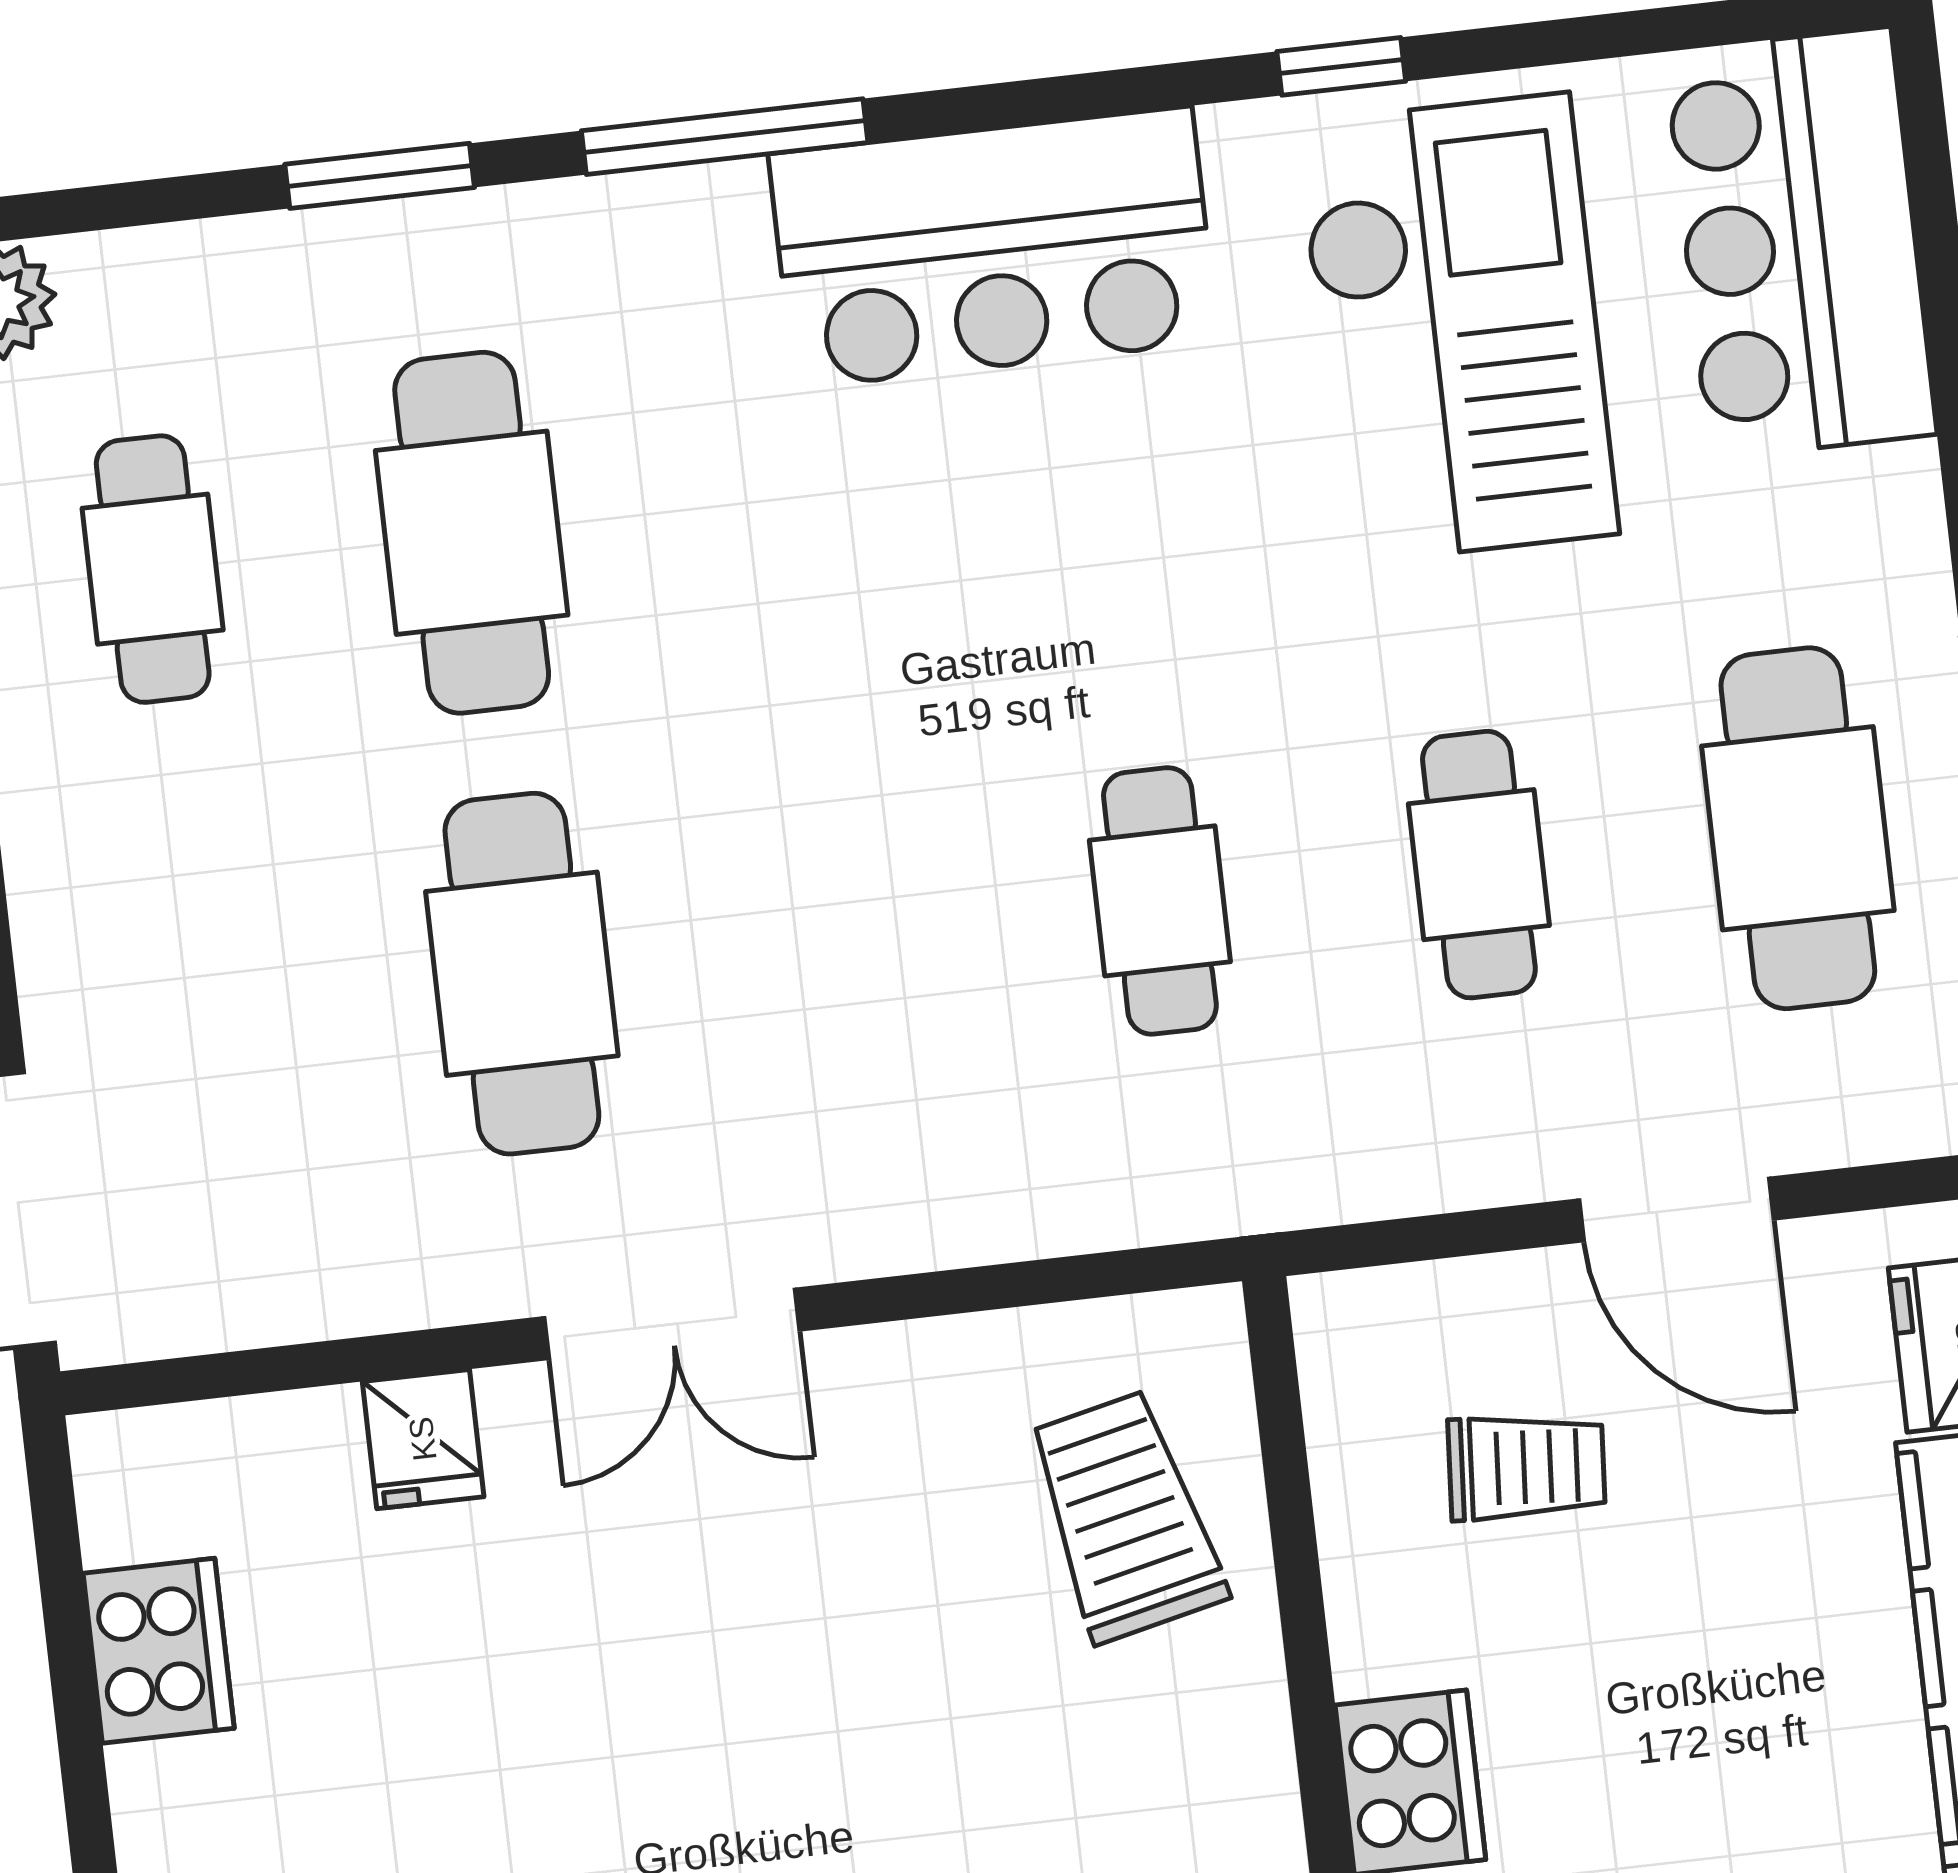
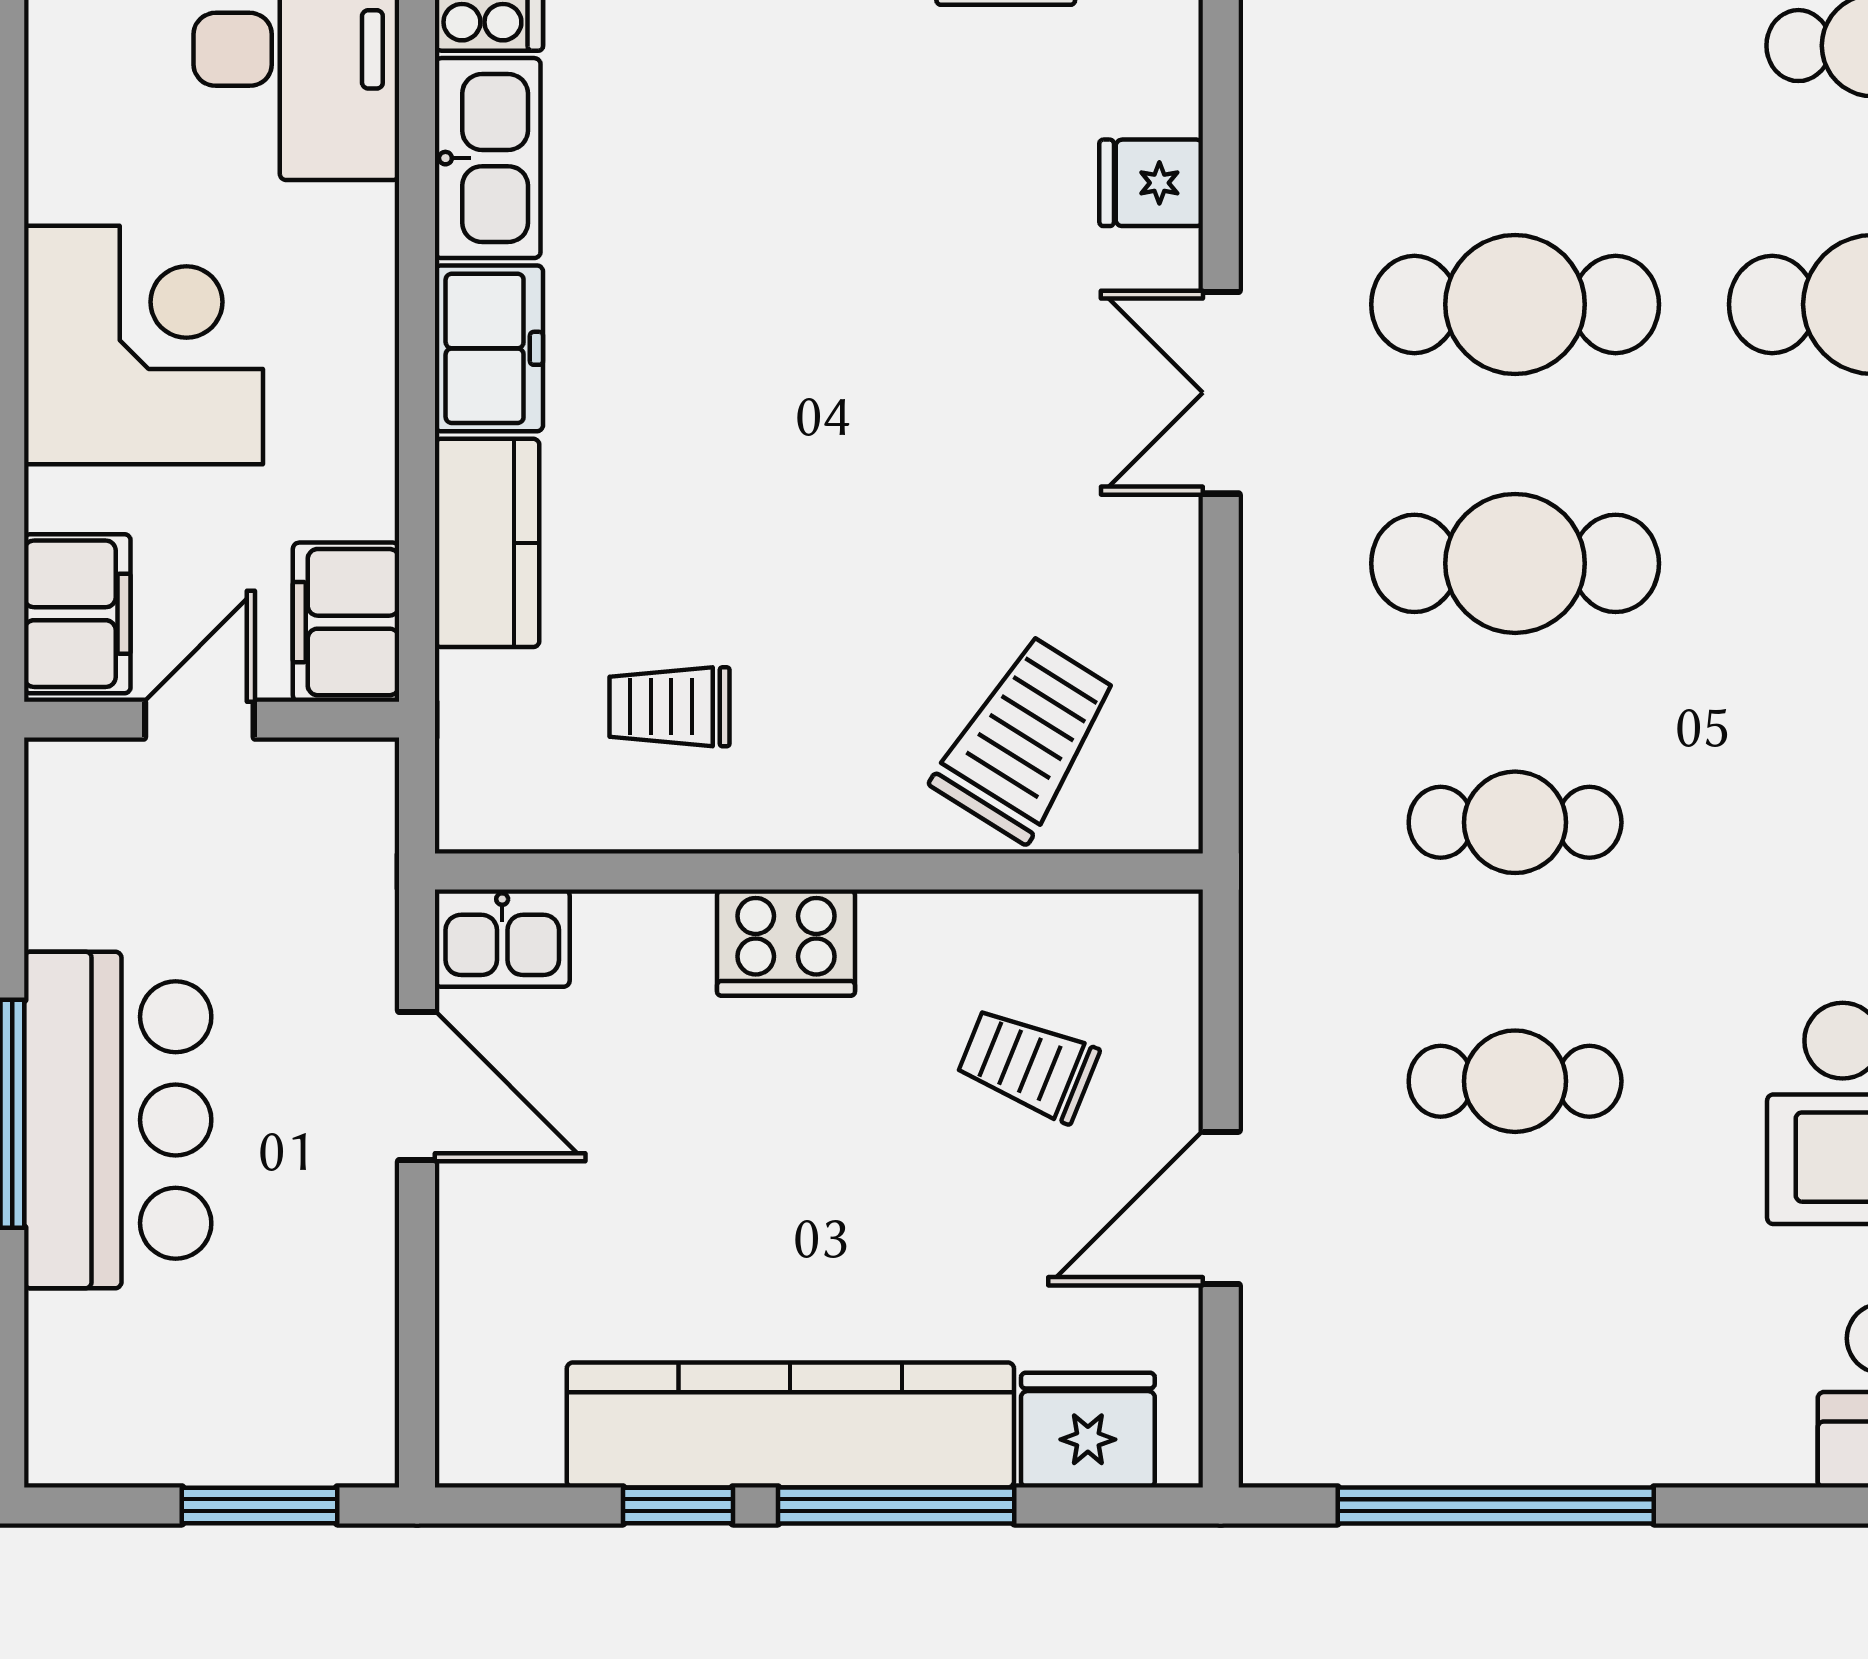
cafe table: (1798, 828) -> (1515, 563), moved
trolley: (1527, 1467) -> (1028, 1064), turned 108
trolley: (1126, 1516) -> (1025, 739), turned -45

